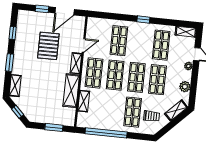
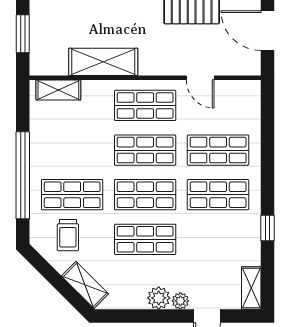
window: (143, 19) -> (267, 228), moved
shop shelf: (161, 45) -> (218, 195), moved
shelving: (76, 63) -> (161, 66), removed
plant: (185, 87) -> (159, 298), moved
shelving: (84, 101) -> (58, 90), moved
window: (106, 133) -> (23, 175), moved

